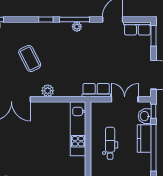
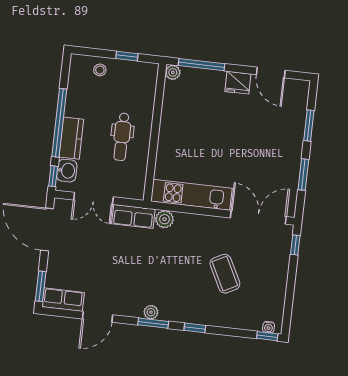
window: (75, 19) -> (153, 323), width x0.69
plant: (48, 91) -> (164, 219), moved
kitchen unit: (78, 129) -> (191, 195), moved, turned -90

